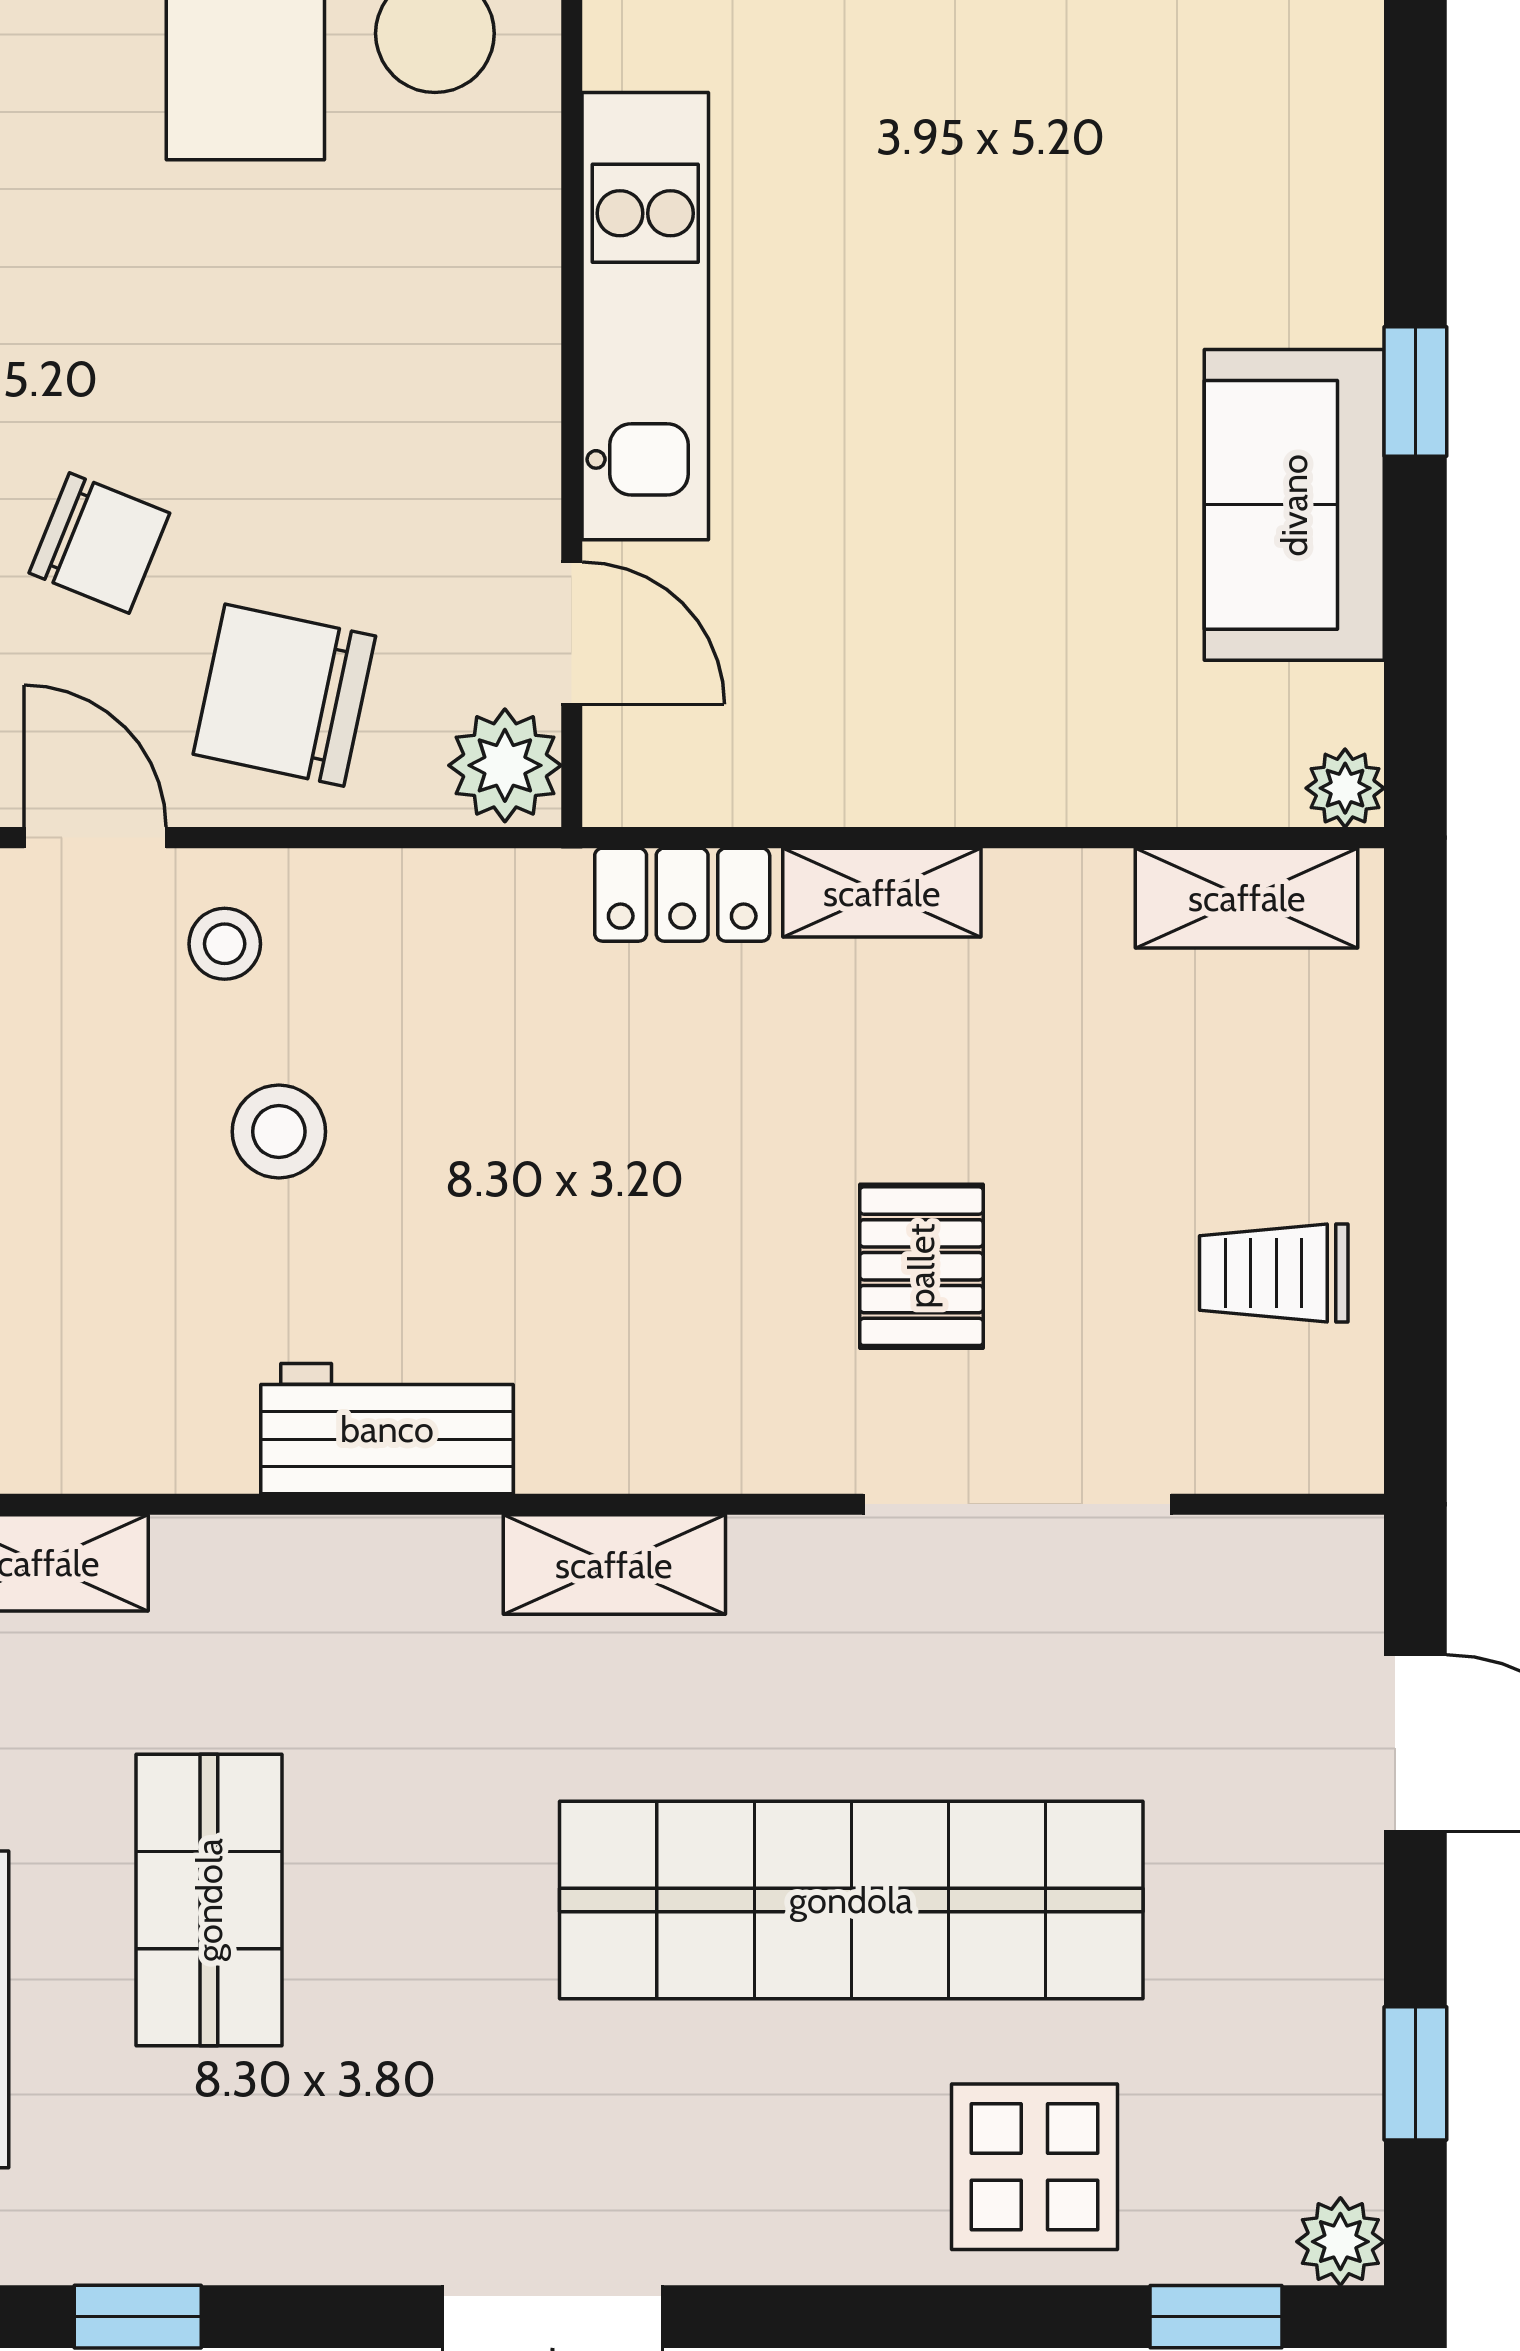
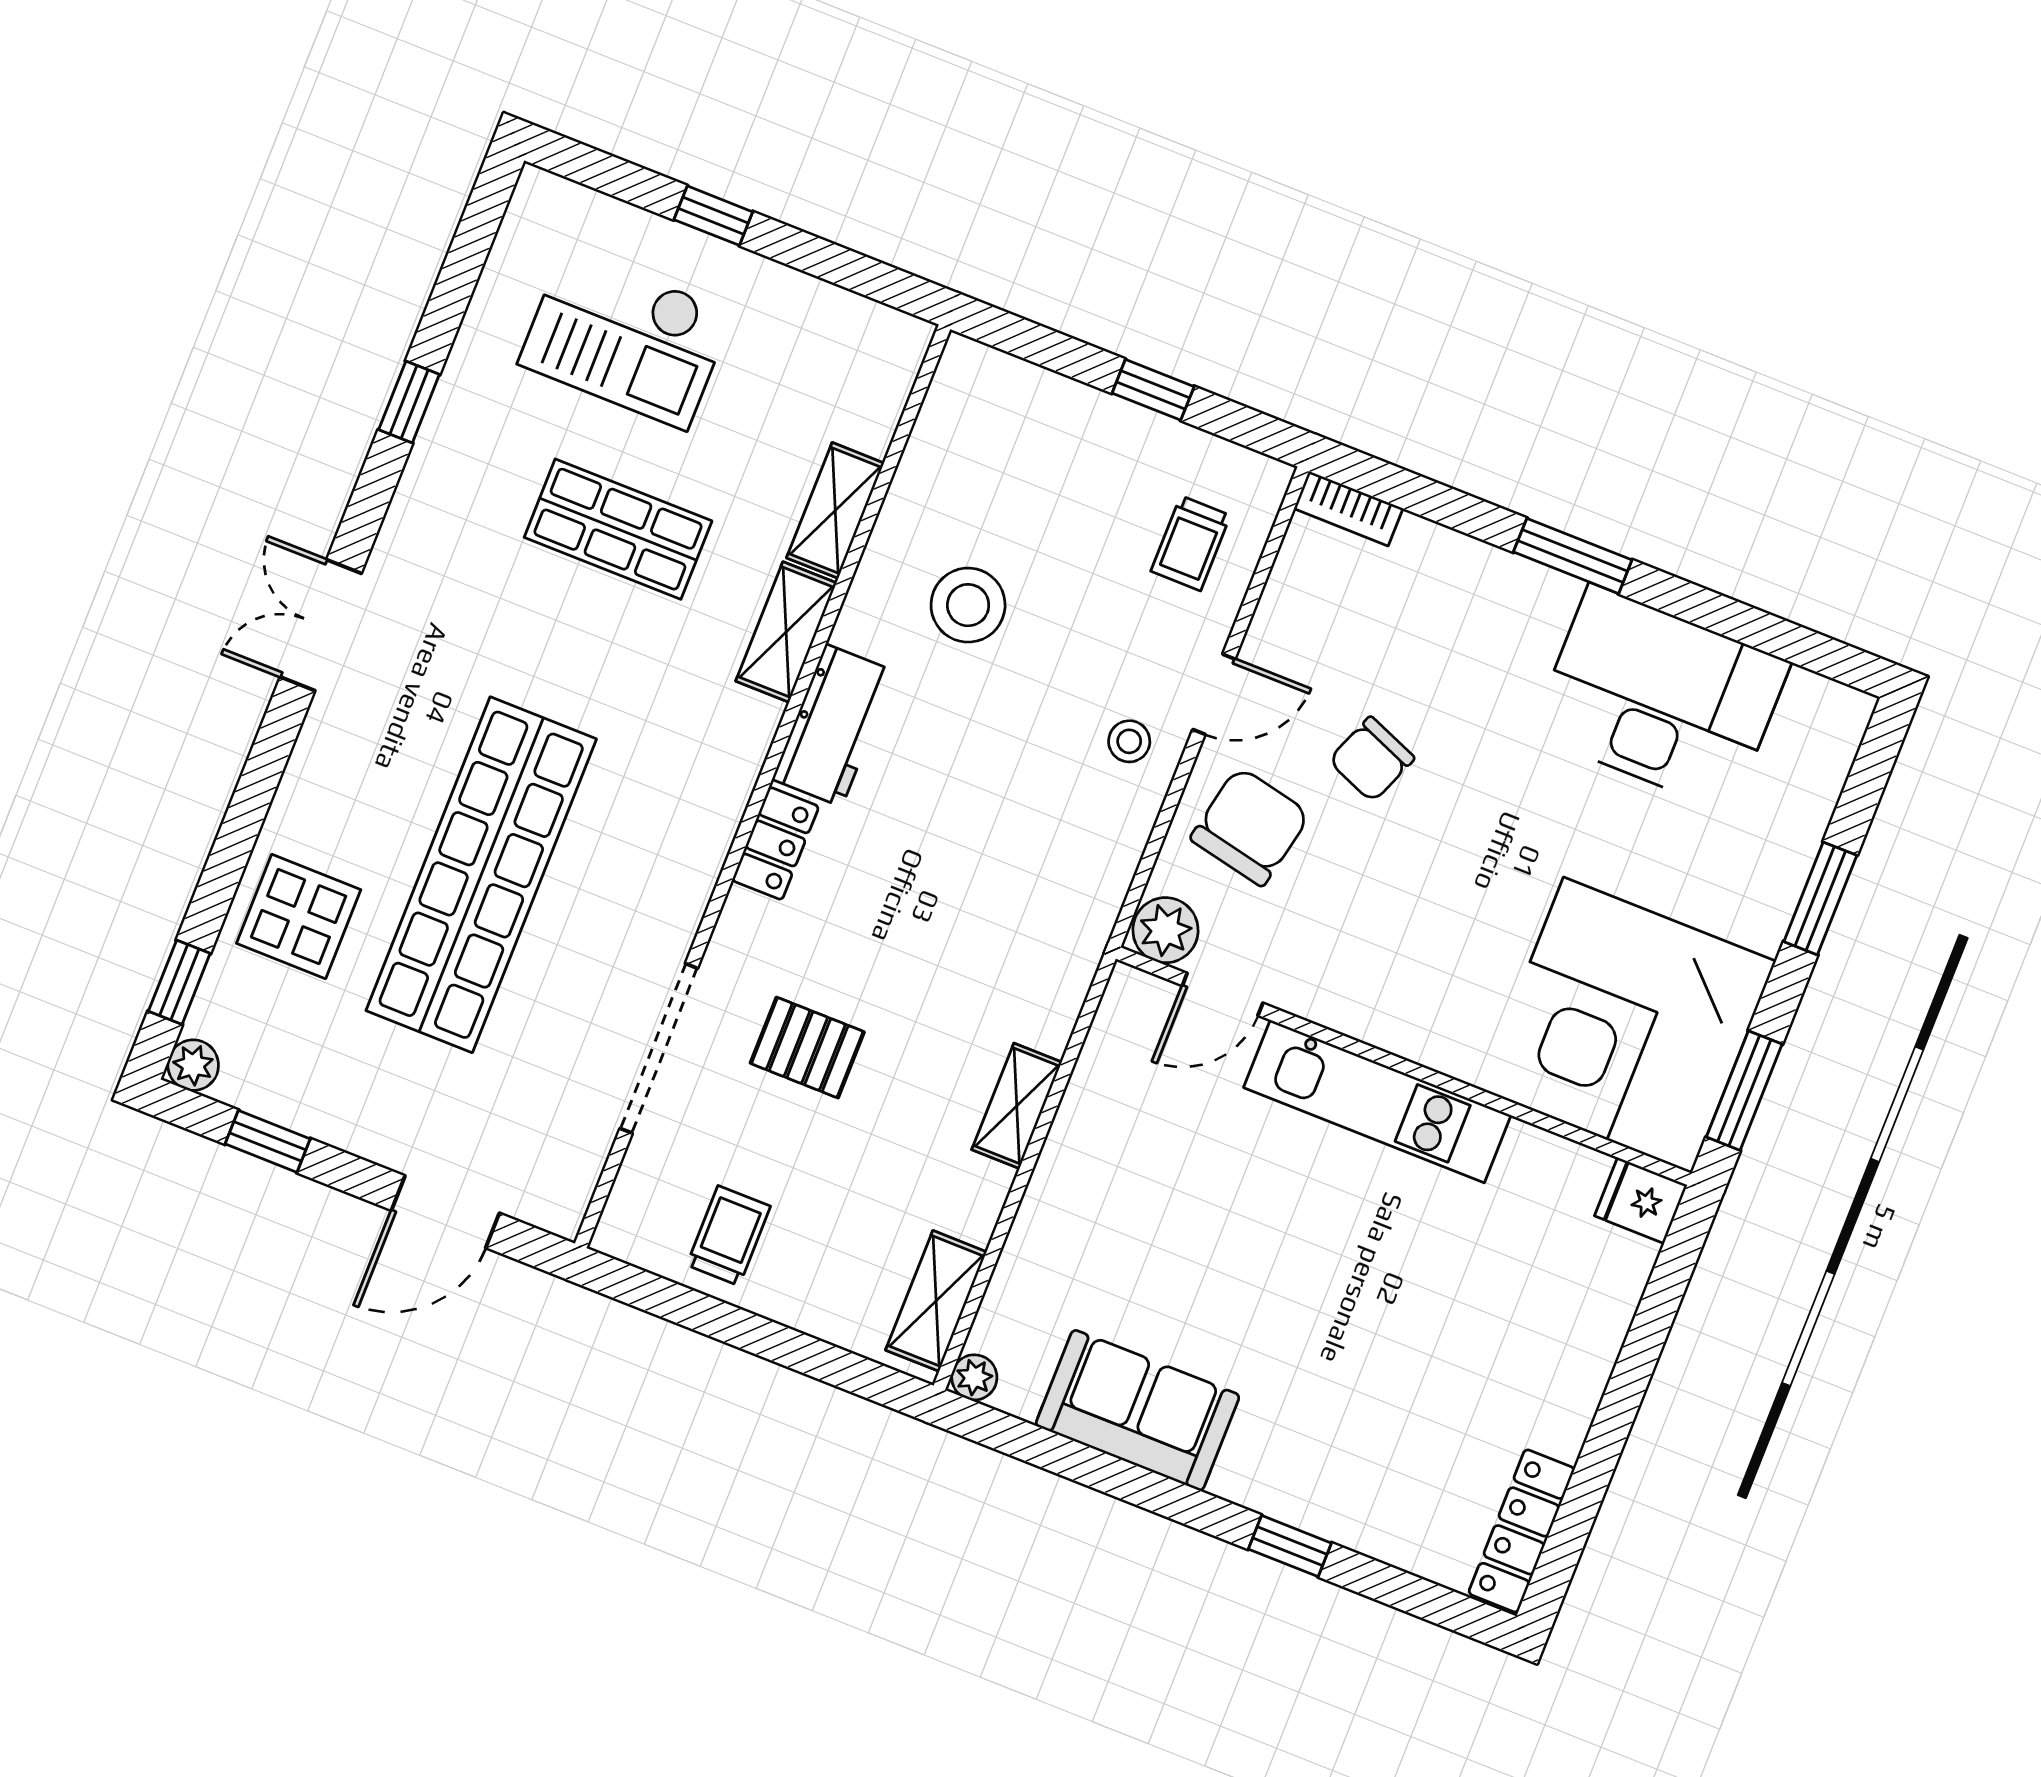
window: (1415, 391) -> (1290, 1546), moved
locker: (682, 895) -> (775, 843), moved, turned 180
stool: (279, 1132) -> (968, 605), moved, width x1.38, depth x1.38
shelving: (614, 1565) -> (786, 632), moved

